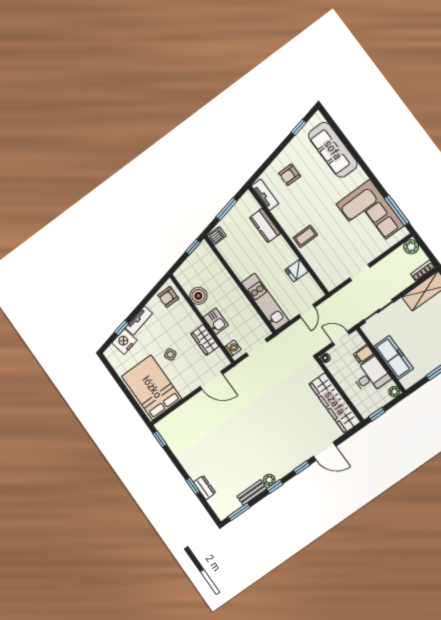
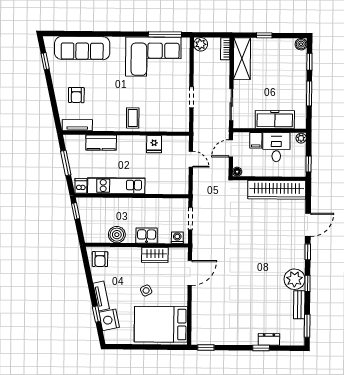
kitchen unit: (265, 302) -> (116, 186), moved
plant: (269, 480) -> (295, 279), width x1.87, depth x1.87

